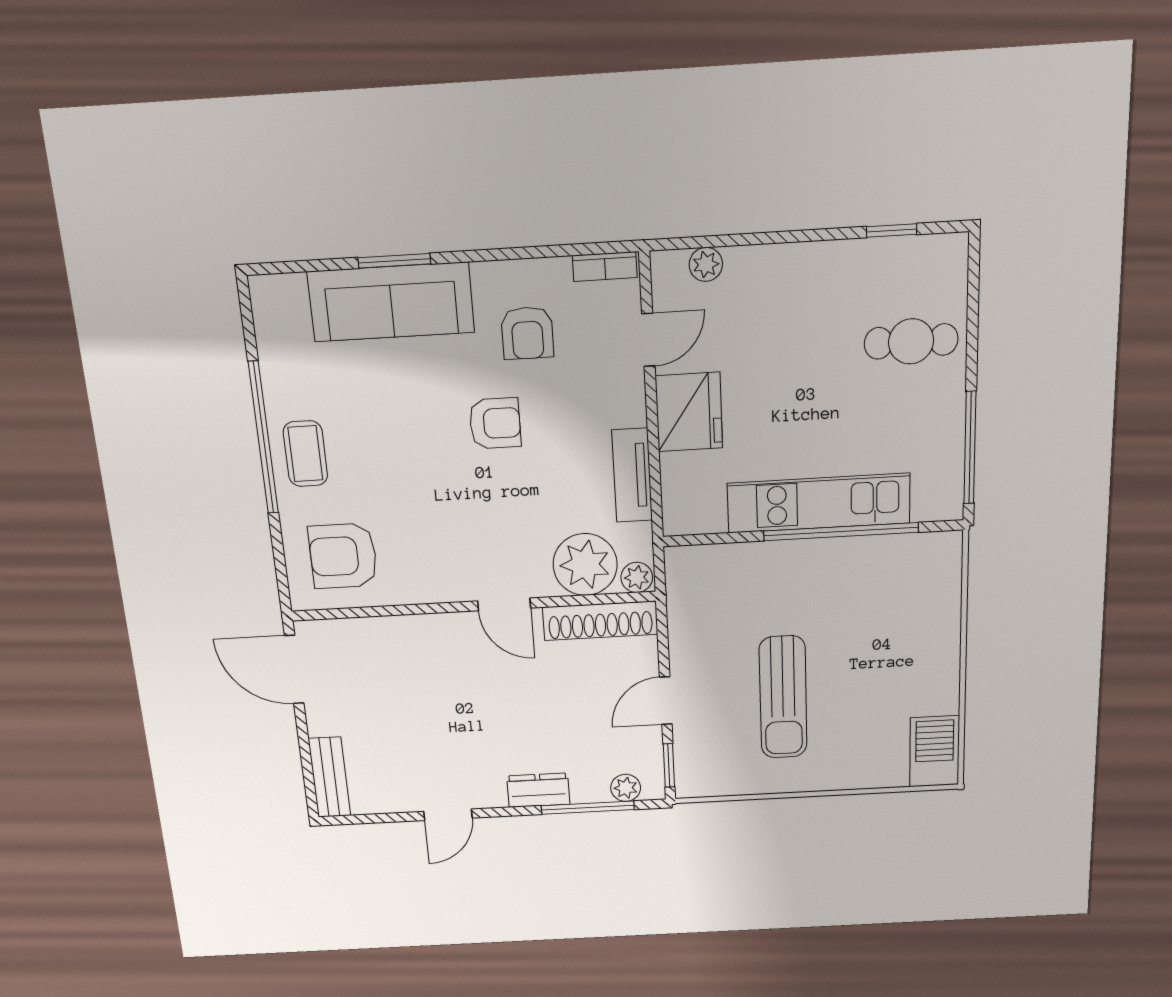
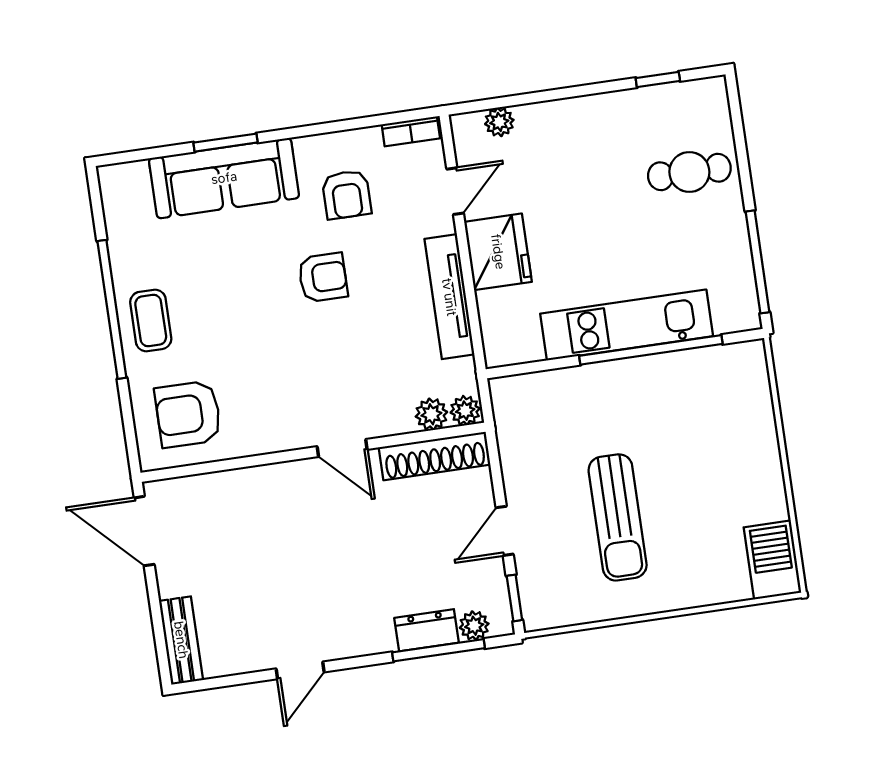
tv unit: (632, 475) -> (449, 297), width x1.41
plant: (585, 565) -> (431, 414), width x0.53, depth x0.53
dresser: (538, 790) -> (426, 630), moved

